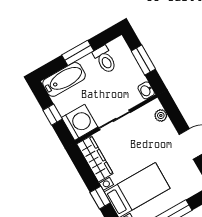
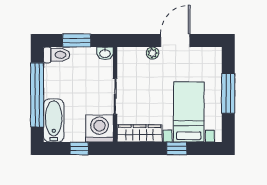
window: (78, 53) -> (37, 95), width x2.11
toilet: (105, 60) -> (57, 55), moved
plant: (161, 115) -> (153, 53), moved

